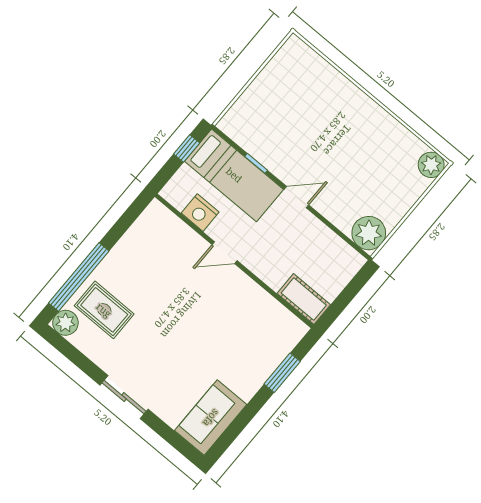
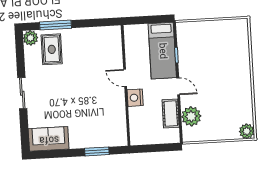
window: (187, 148) -> (155, 19), removed
nightstand: (200, 213) -> (135, 98), moved
plant: (369, 233) -> (191, 116), moved
window: (79, 277) -> (56, 25), width x0.68
cot: (304, 299) -> (171, 113), moved

